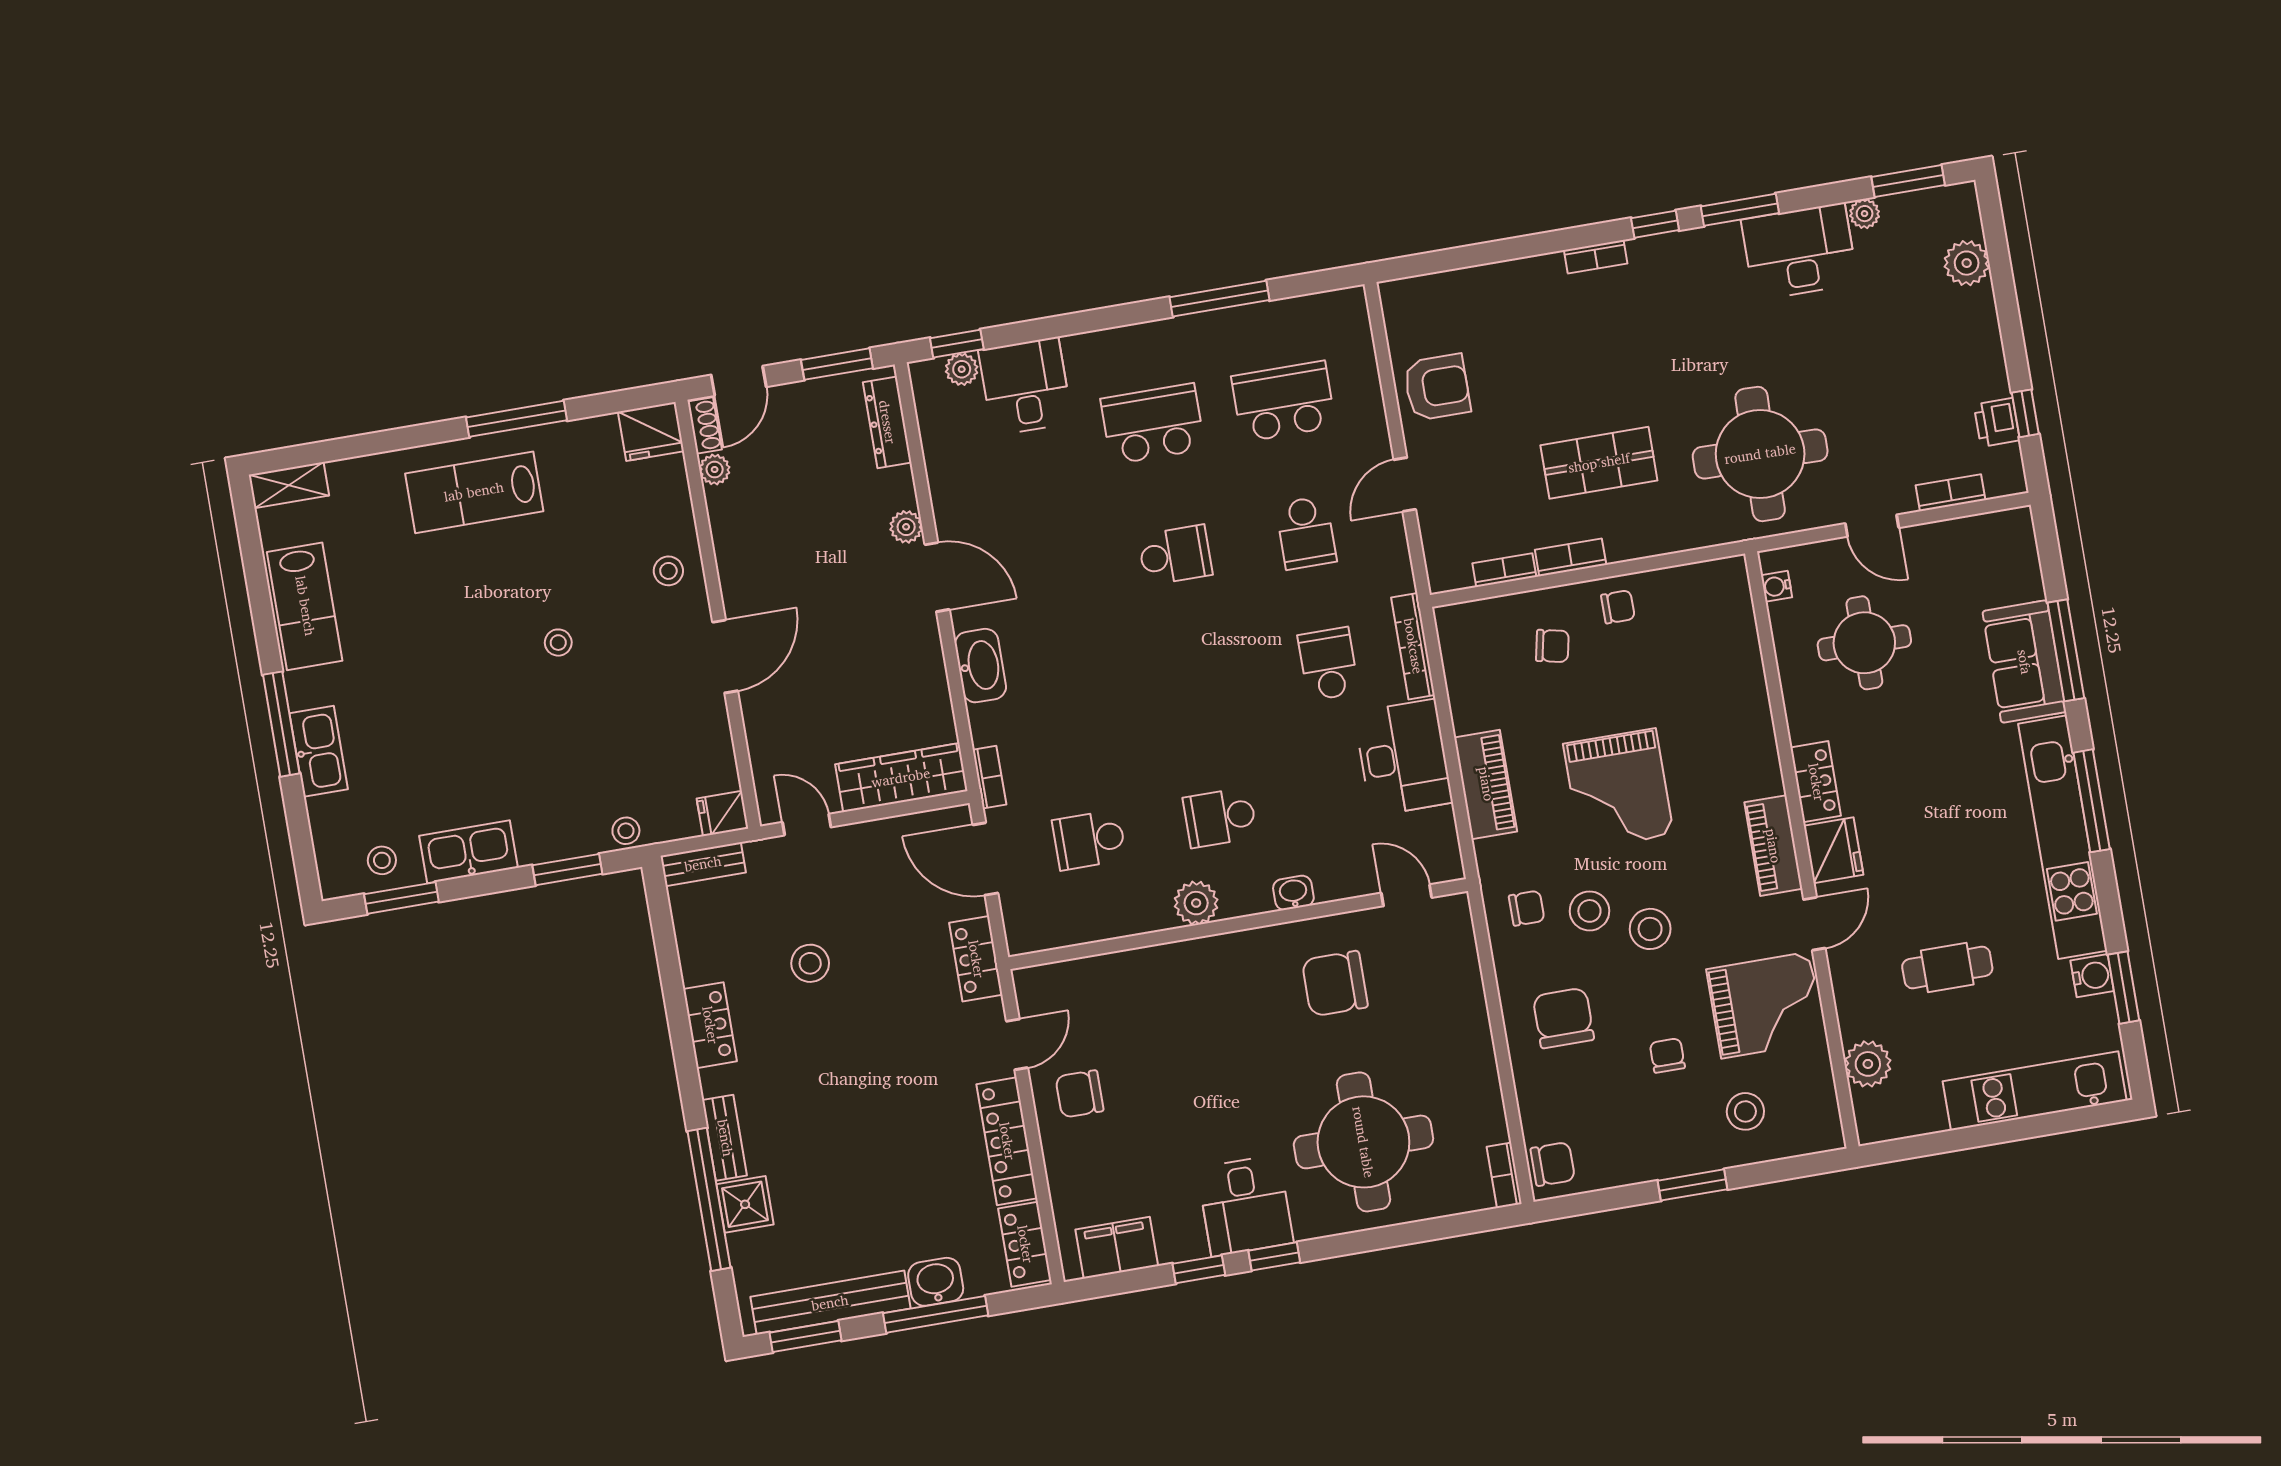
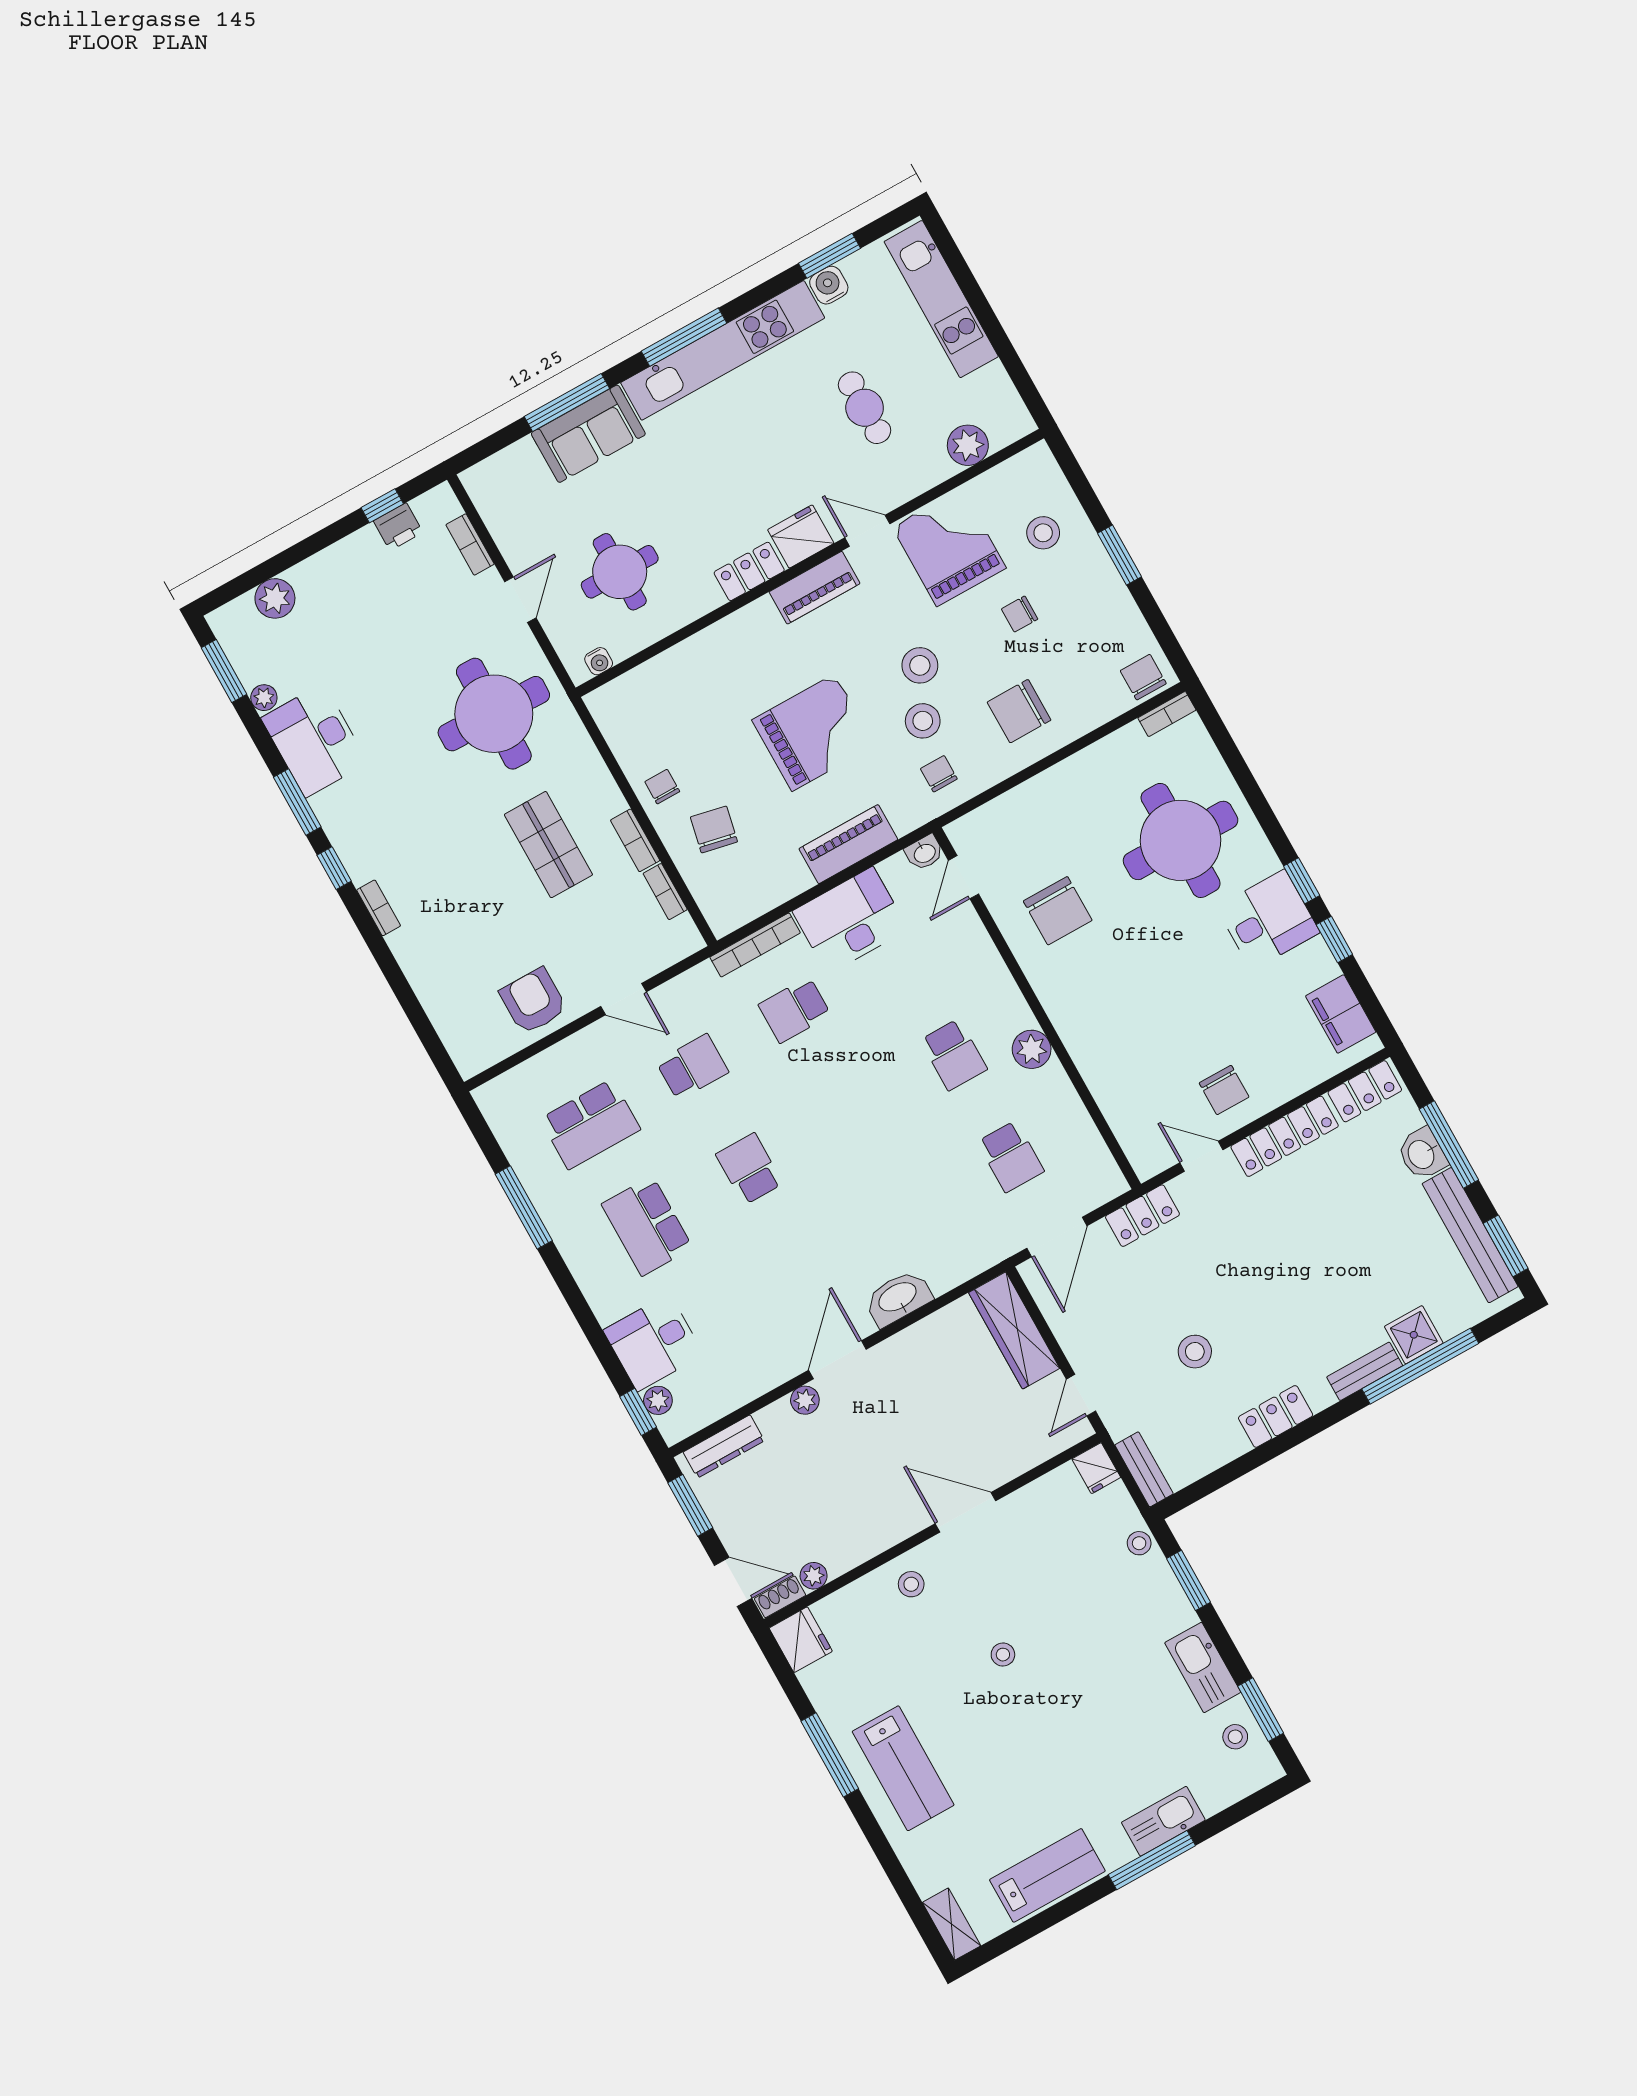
school desk: (1283, 401) -> (590, 1124), turned -90
chair: (1552, 646) -> (714, 829), width x1.37, depth x1.37
bookcase: (989, 777) -> (988, 1258), removed
washbasin: (1293, 893) -> (924, 853), moved, turned -90

